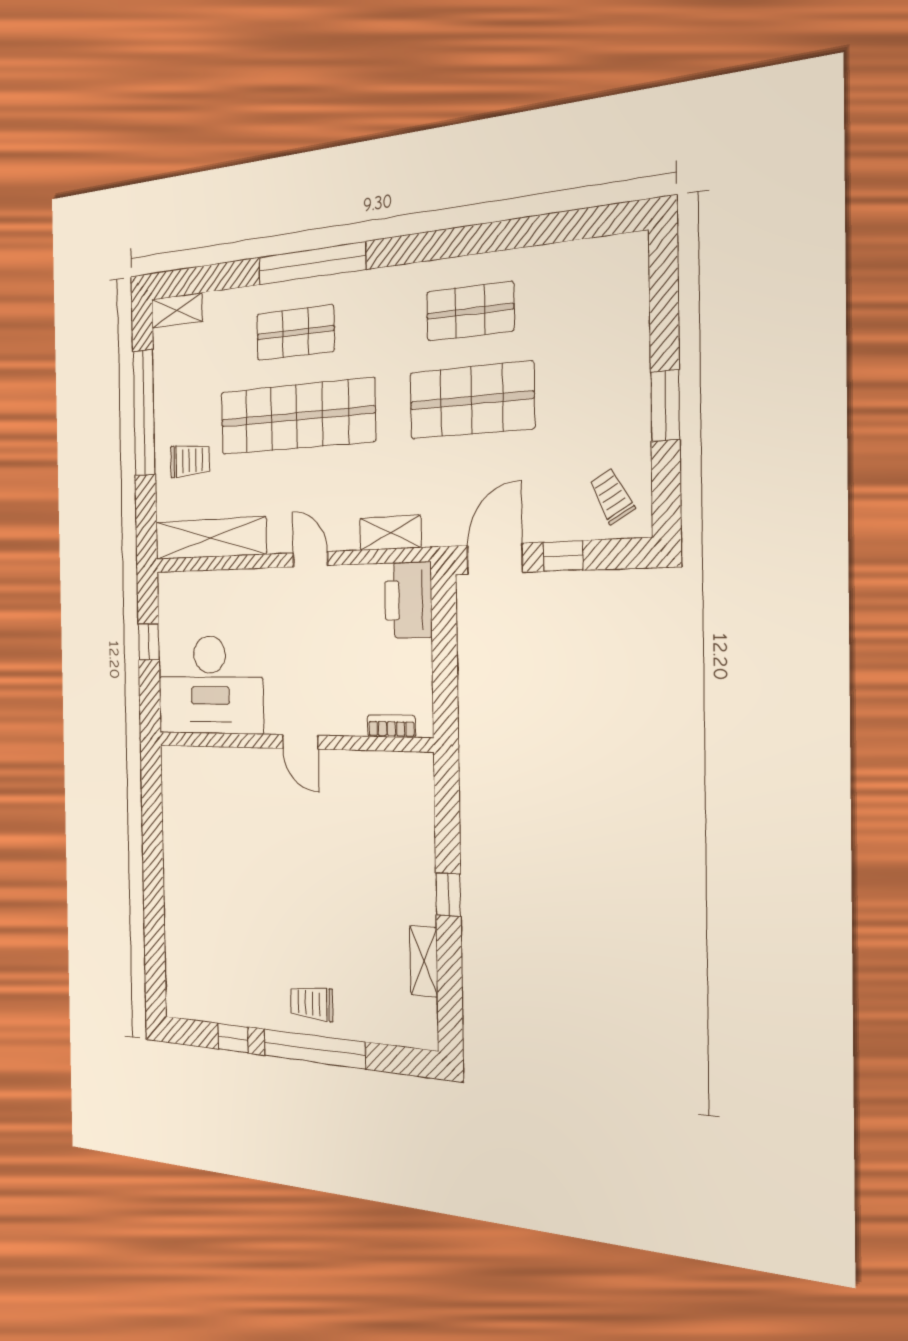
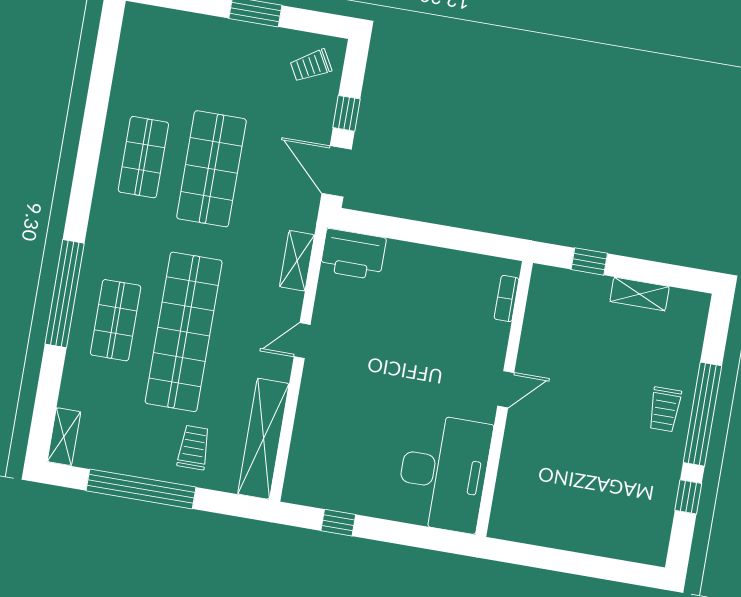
desk: (210, 685) -> (444, 473), moved
bookcase: (391, 726) -> (507, 299), moved
wall: (291, 742) -> (504, 399), moved
door: (300, 742) -> (506, 389), moved

